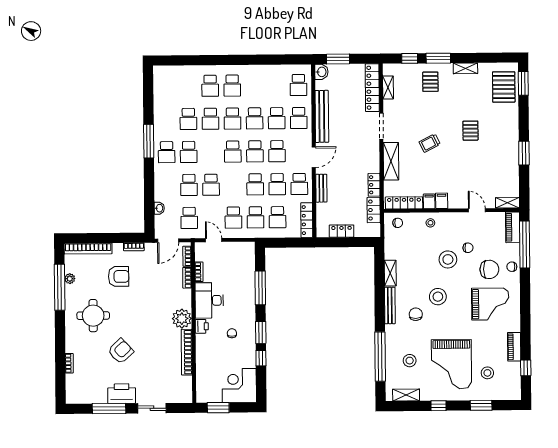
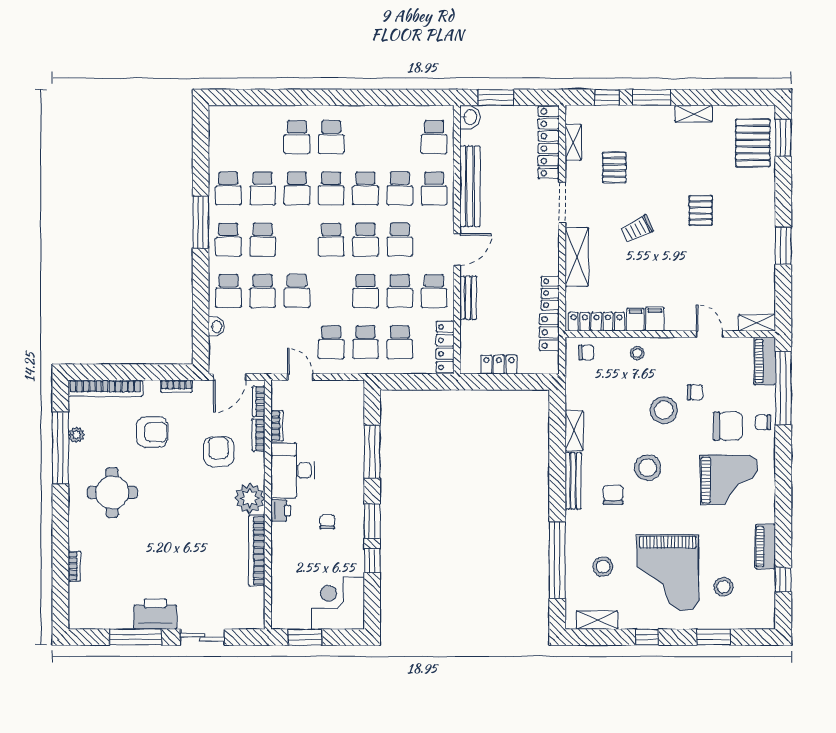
pallet: (430, 82) -> (614, 167), moved
school desk: (166, 119) -> (228, 188), added
school desk: (189, 218) -> (228, 291), moved
armchair: (121, 351) -> (219, 452), moved, turned -47

